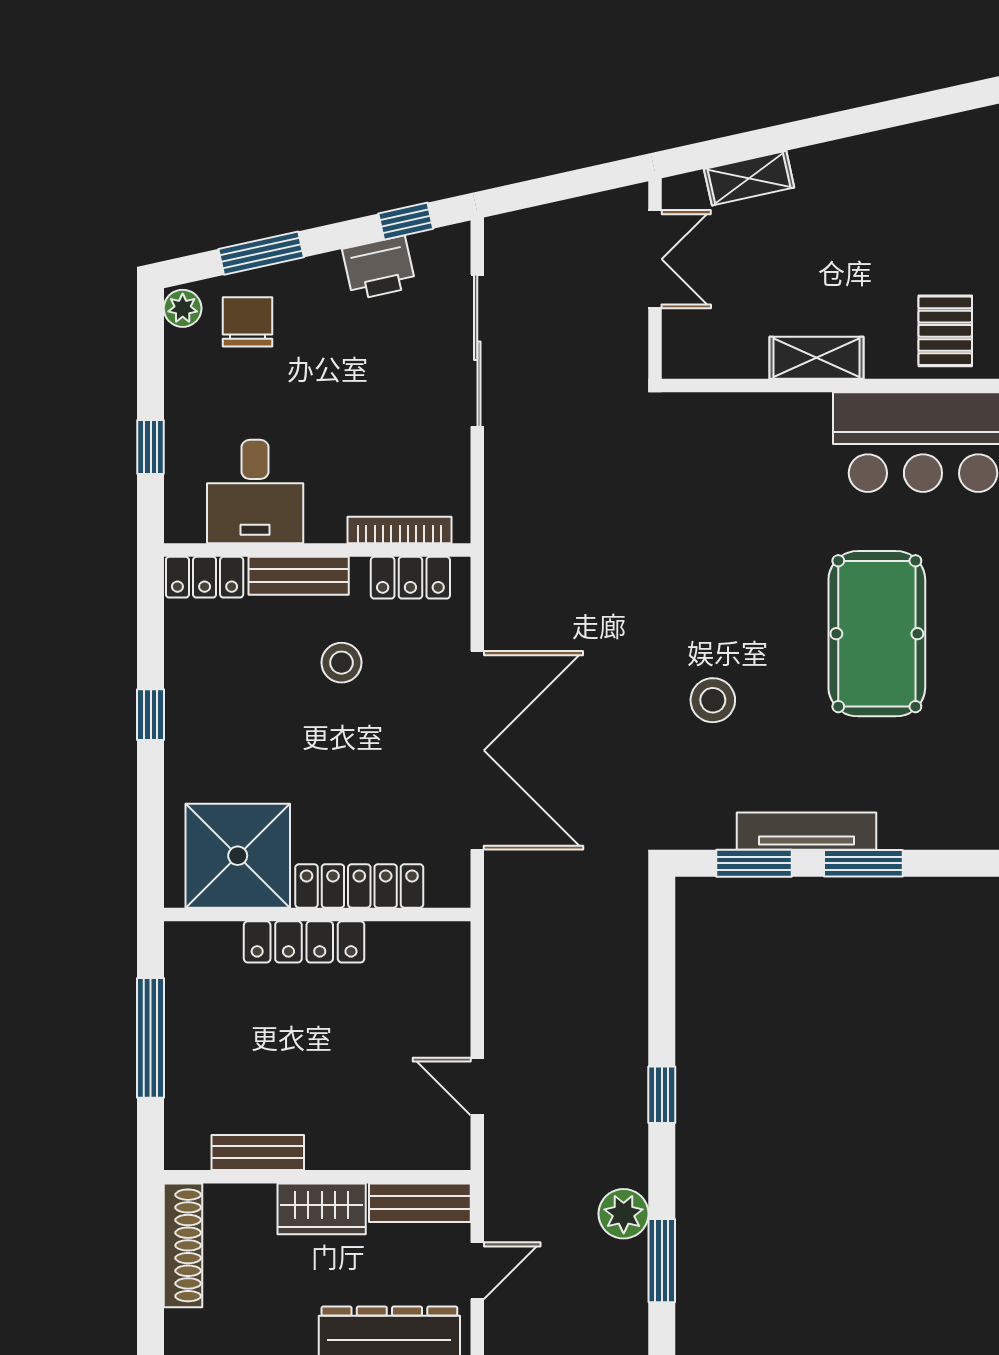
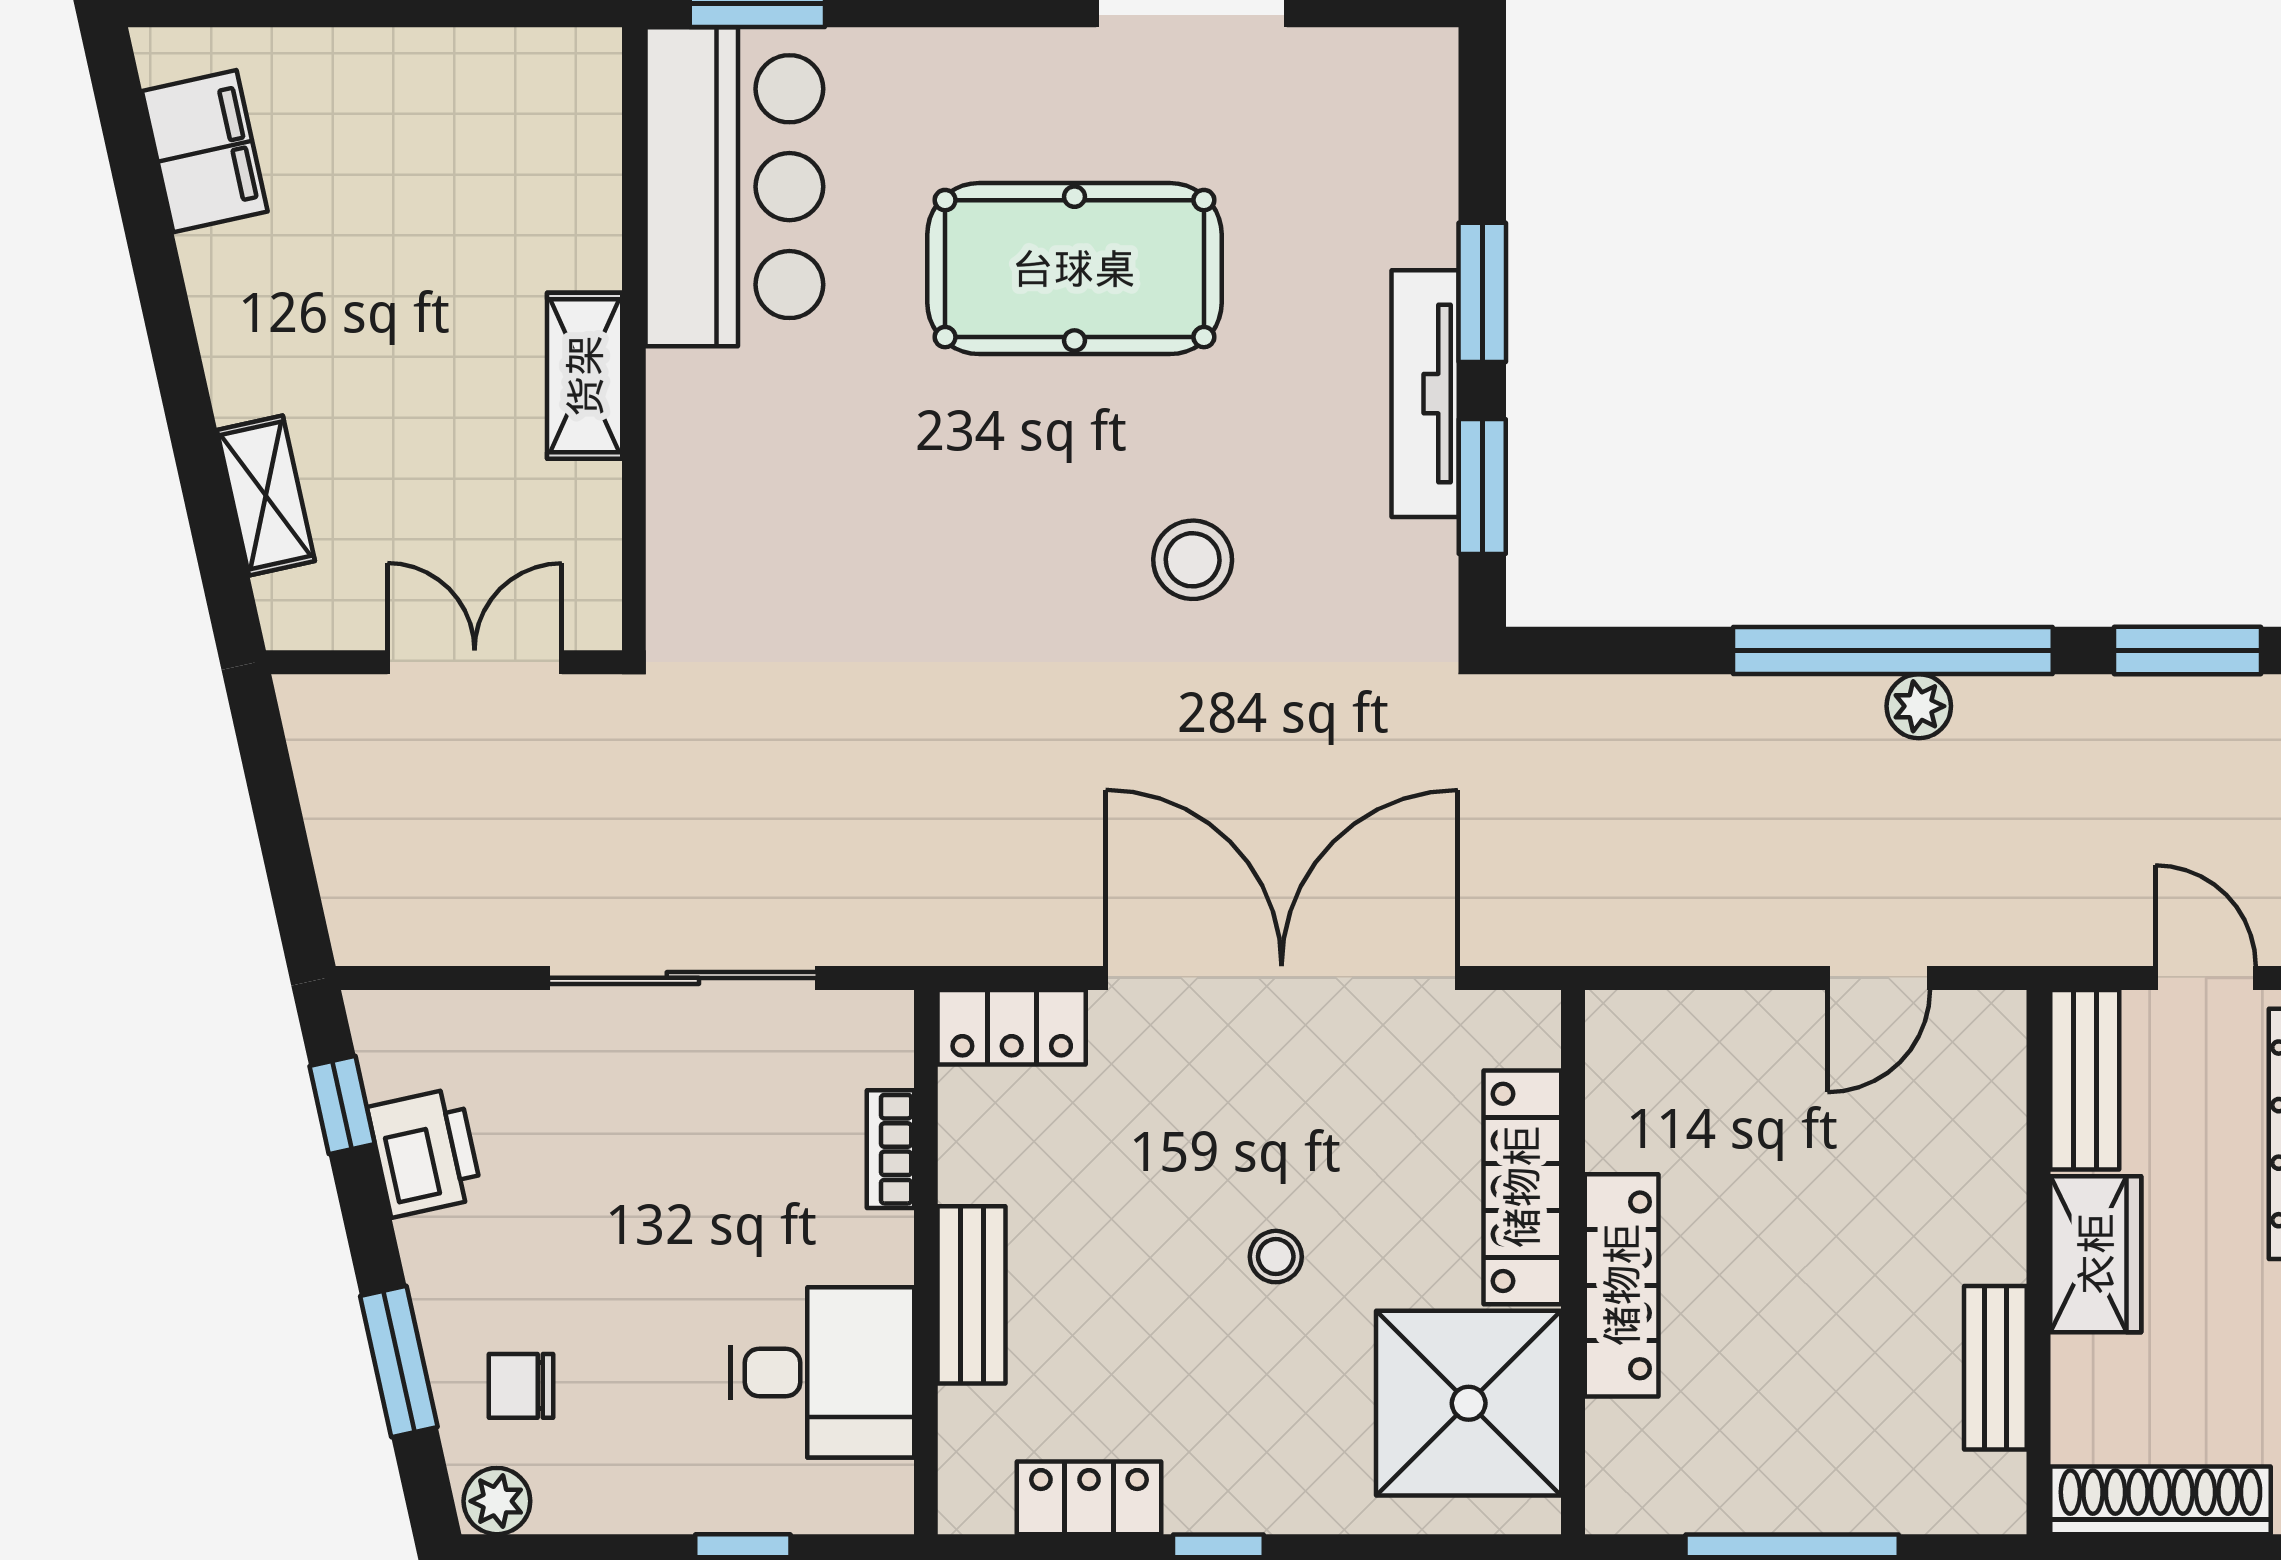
filing cabinet: (943, 144) -> (205, 151), added
double door: (655, 259) -> (475, 662), moved
chair: (247, 322) -> (521, 1386), width x0.73, depth x0.73
pallet: (945, 331) -> (537, 147), removed
sliding door: (477, 351) -> (683, 978), moved
bookcase: (400, 530) -> (890, 1149), width x0.64
locker: (205, 577) -> (1089, 1498), moved, turned -90
locker: (410, 578) -> (1012, 1027), moved, turned 90
stool: (341, 663) -> (1276, 1257), moved, width x0.73, depth x0.73
window: (662, 1095) -> (1893, 650), width x3.17
plant: (624, 1214) -> (1919, 706), moved, width x0.73, depth x0.73

